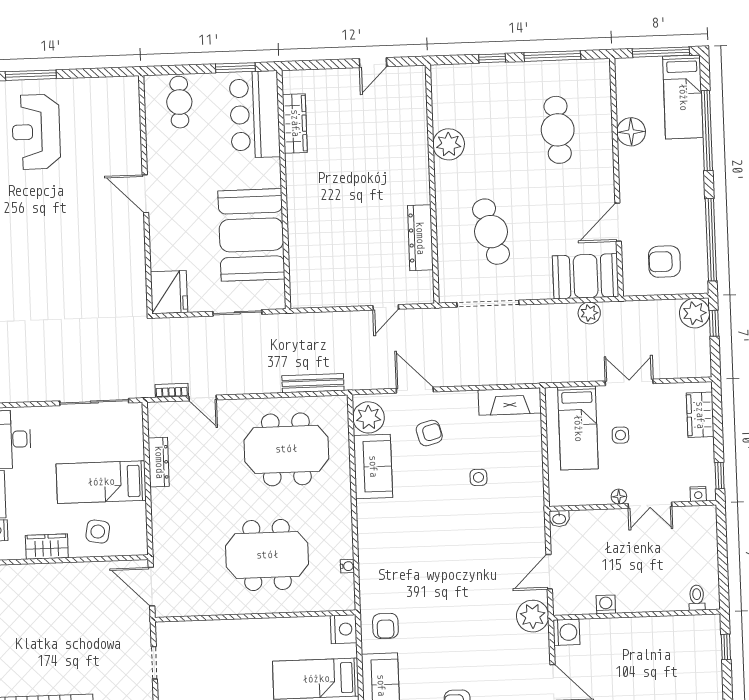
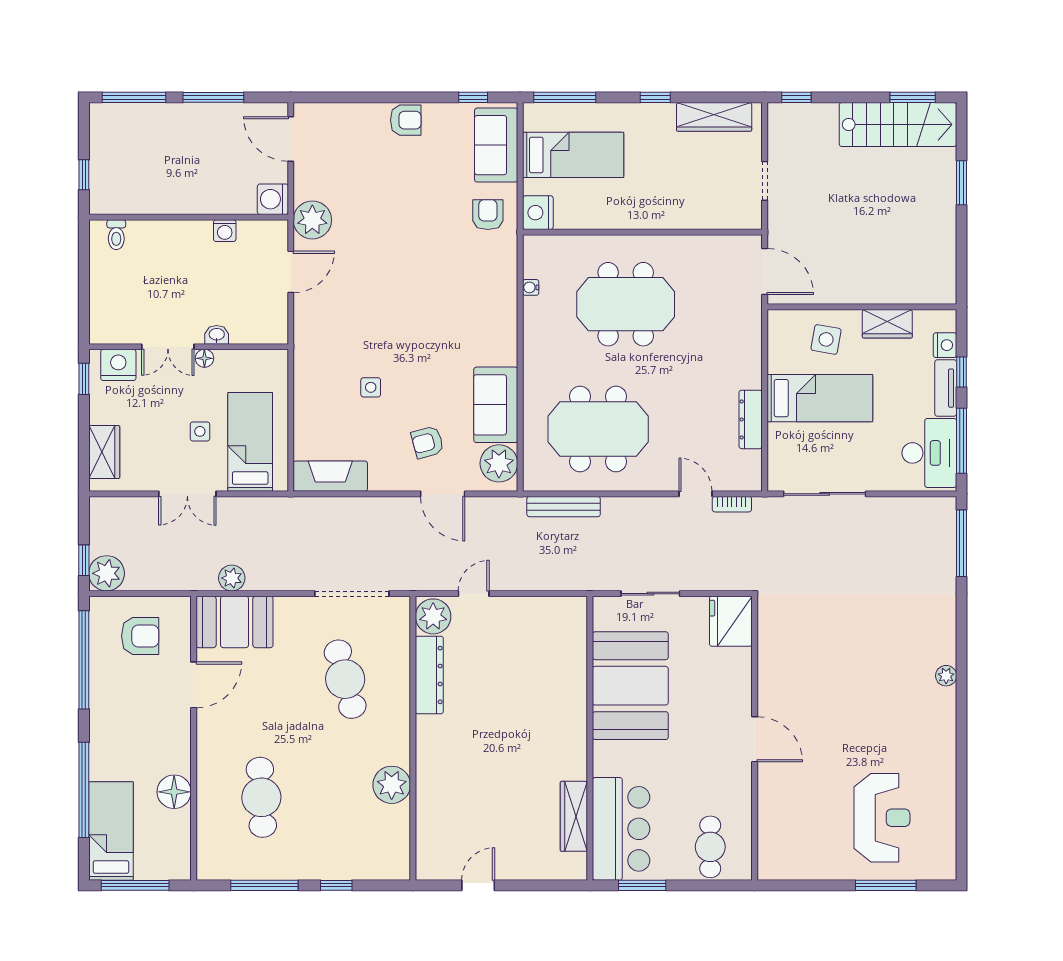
plant: (419, 287) -> (433, 616), added
nightstand: (698, 494) -> (118, 365), width x1.89, depth x1.79
double door: (650, 505) -> (168, 347), swing flipped
washbasin: (559, 519) -> (217, 335), moved

